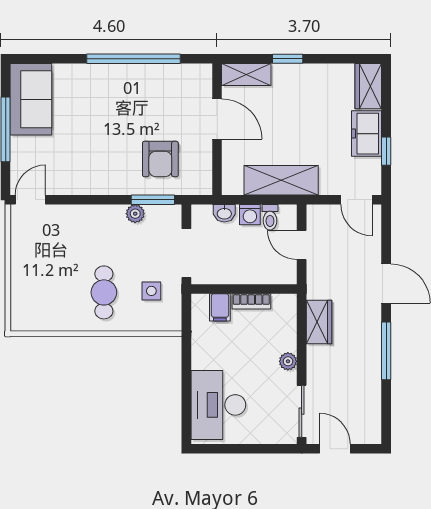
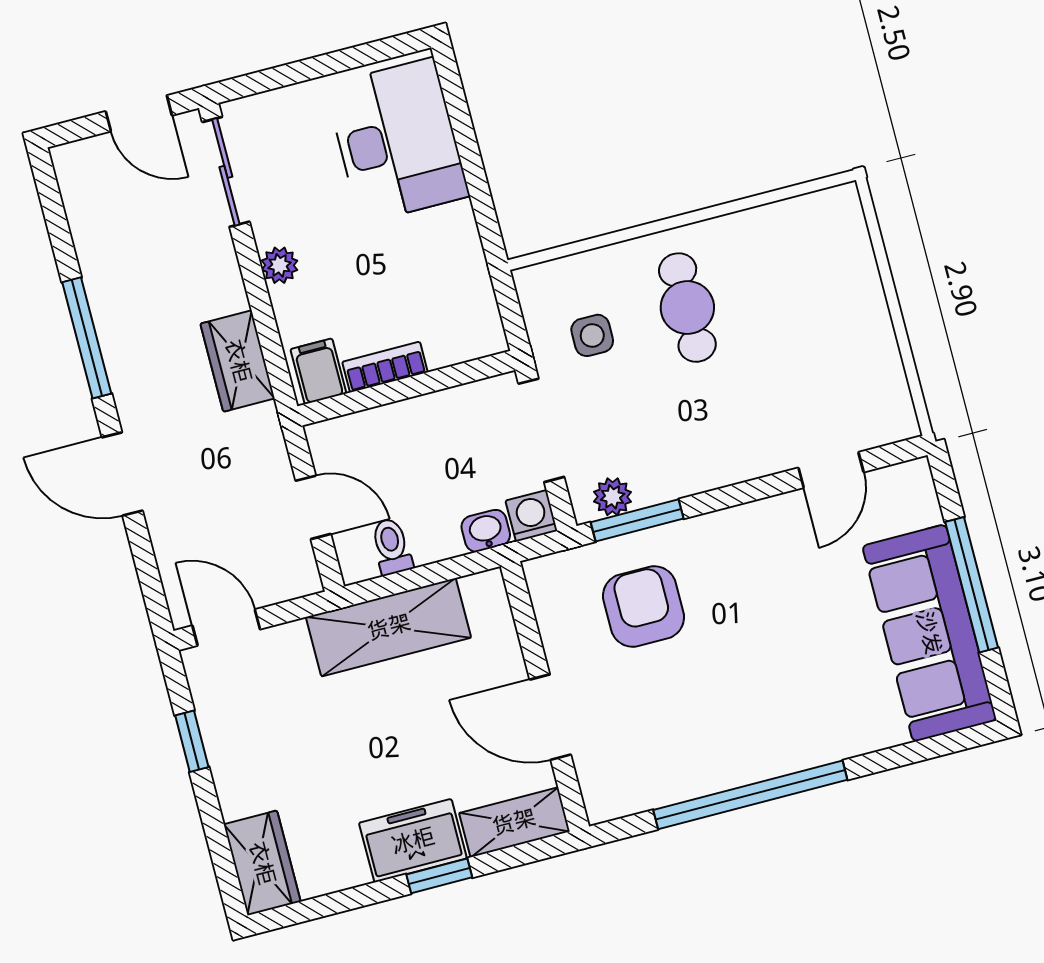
sofa: (31, 99) -> (929, 633), width x1.36
freezer: (367, 134) -> (413, 841), moved, turned -90
door: (30, 200) -> (831, 470), moved
plant: (135, 214) -> (613, 497), moved
washing machine: (250, 215) -> (531, 516), moved
filing cabinet: (220, 307) -> (318, 371), moved

